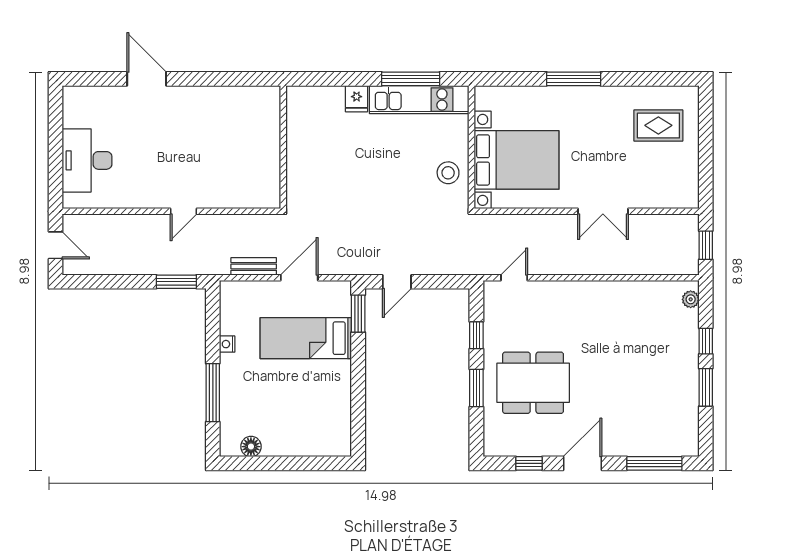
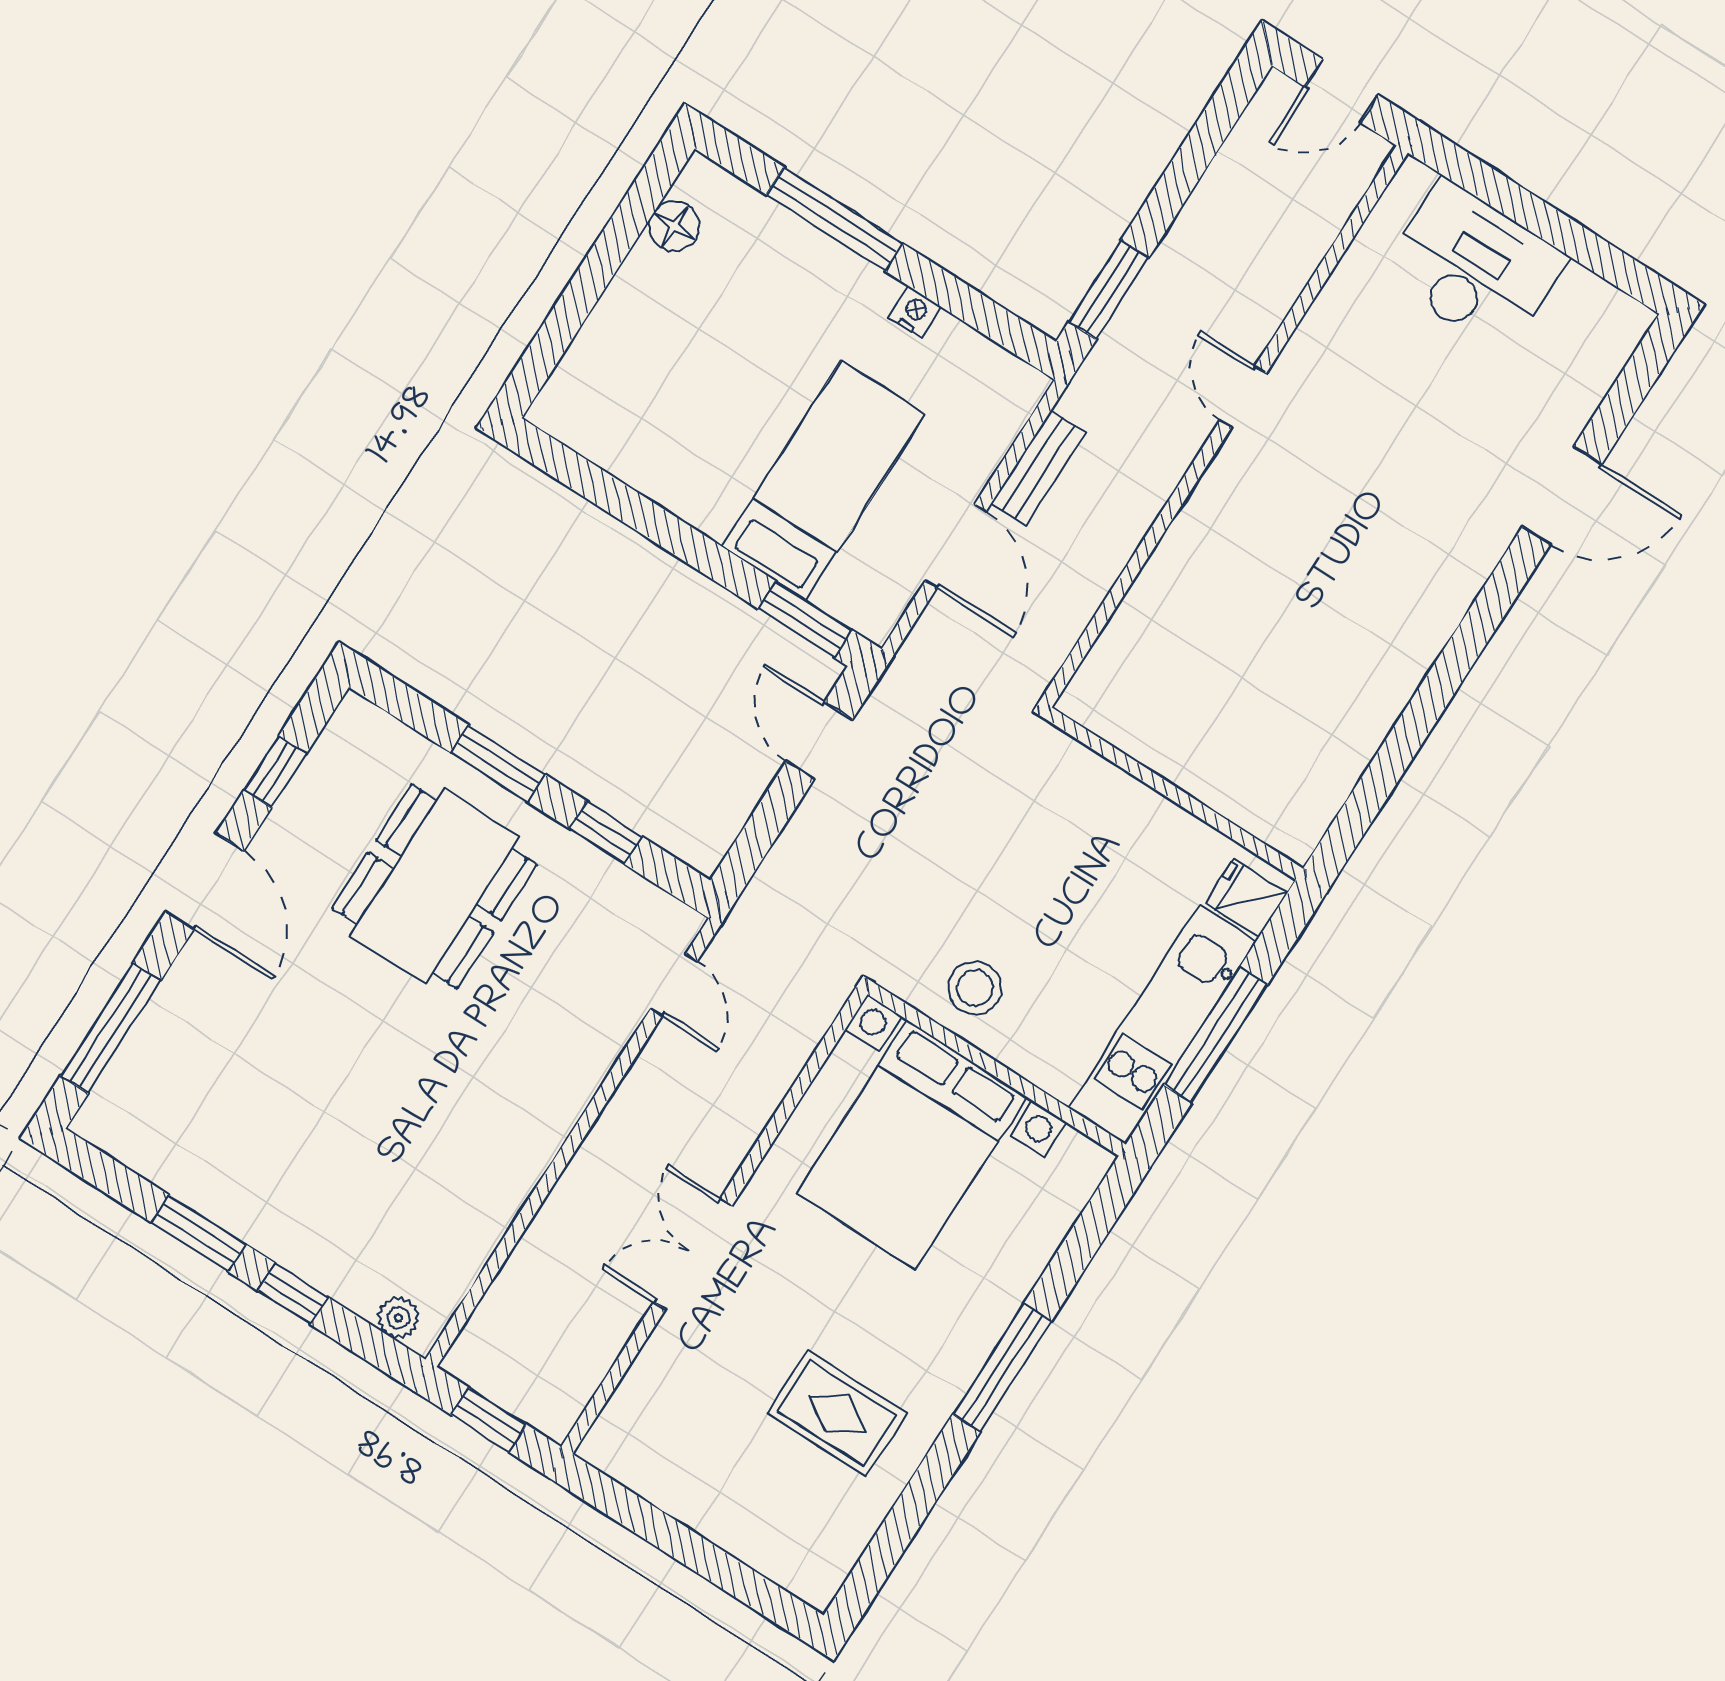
rug: (658, 125) -> (837, 1413), moved, turned 90
wall: (283, 147) -> (1174, 793), moved

